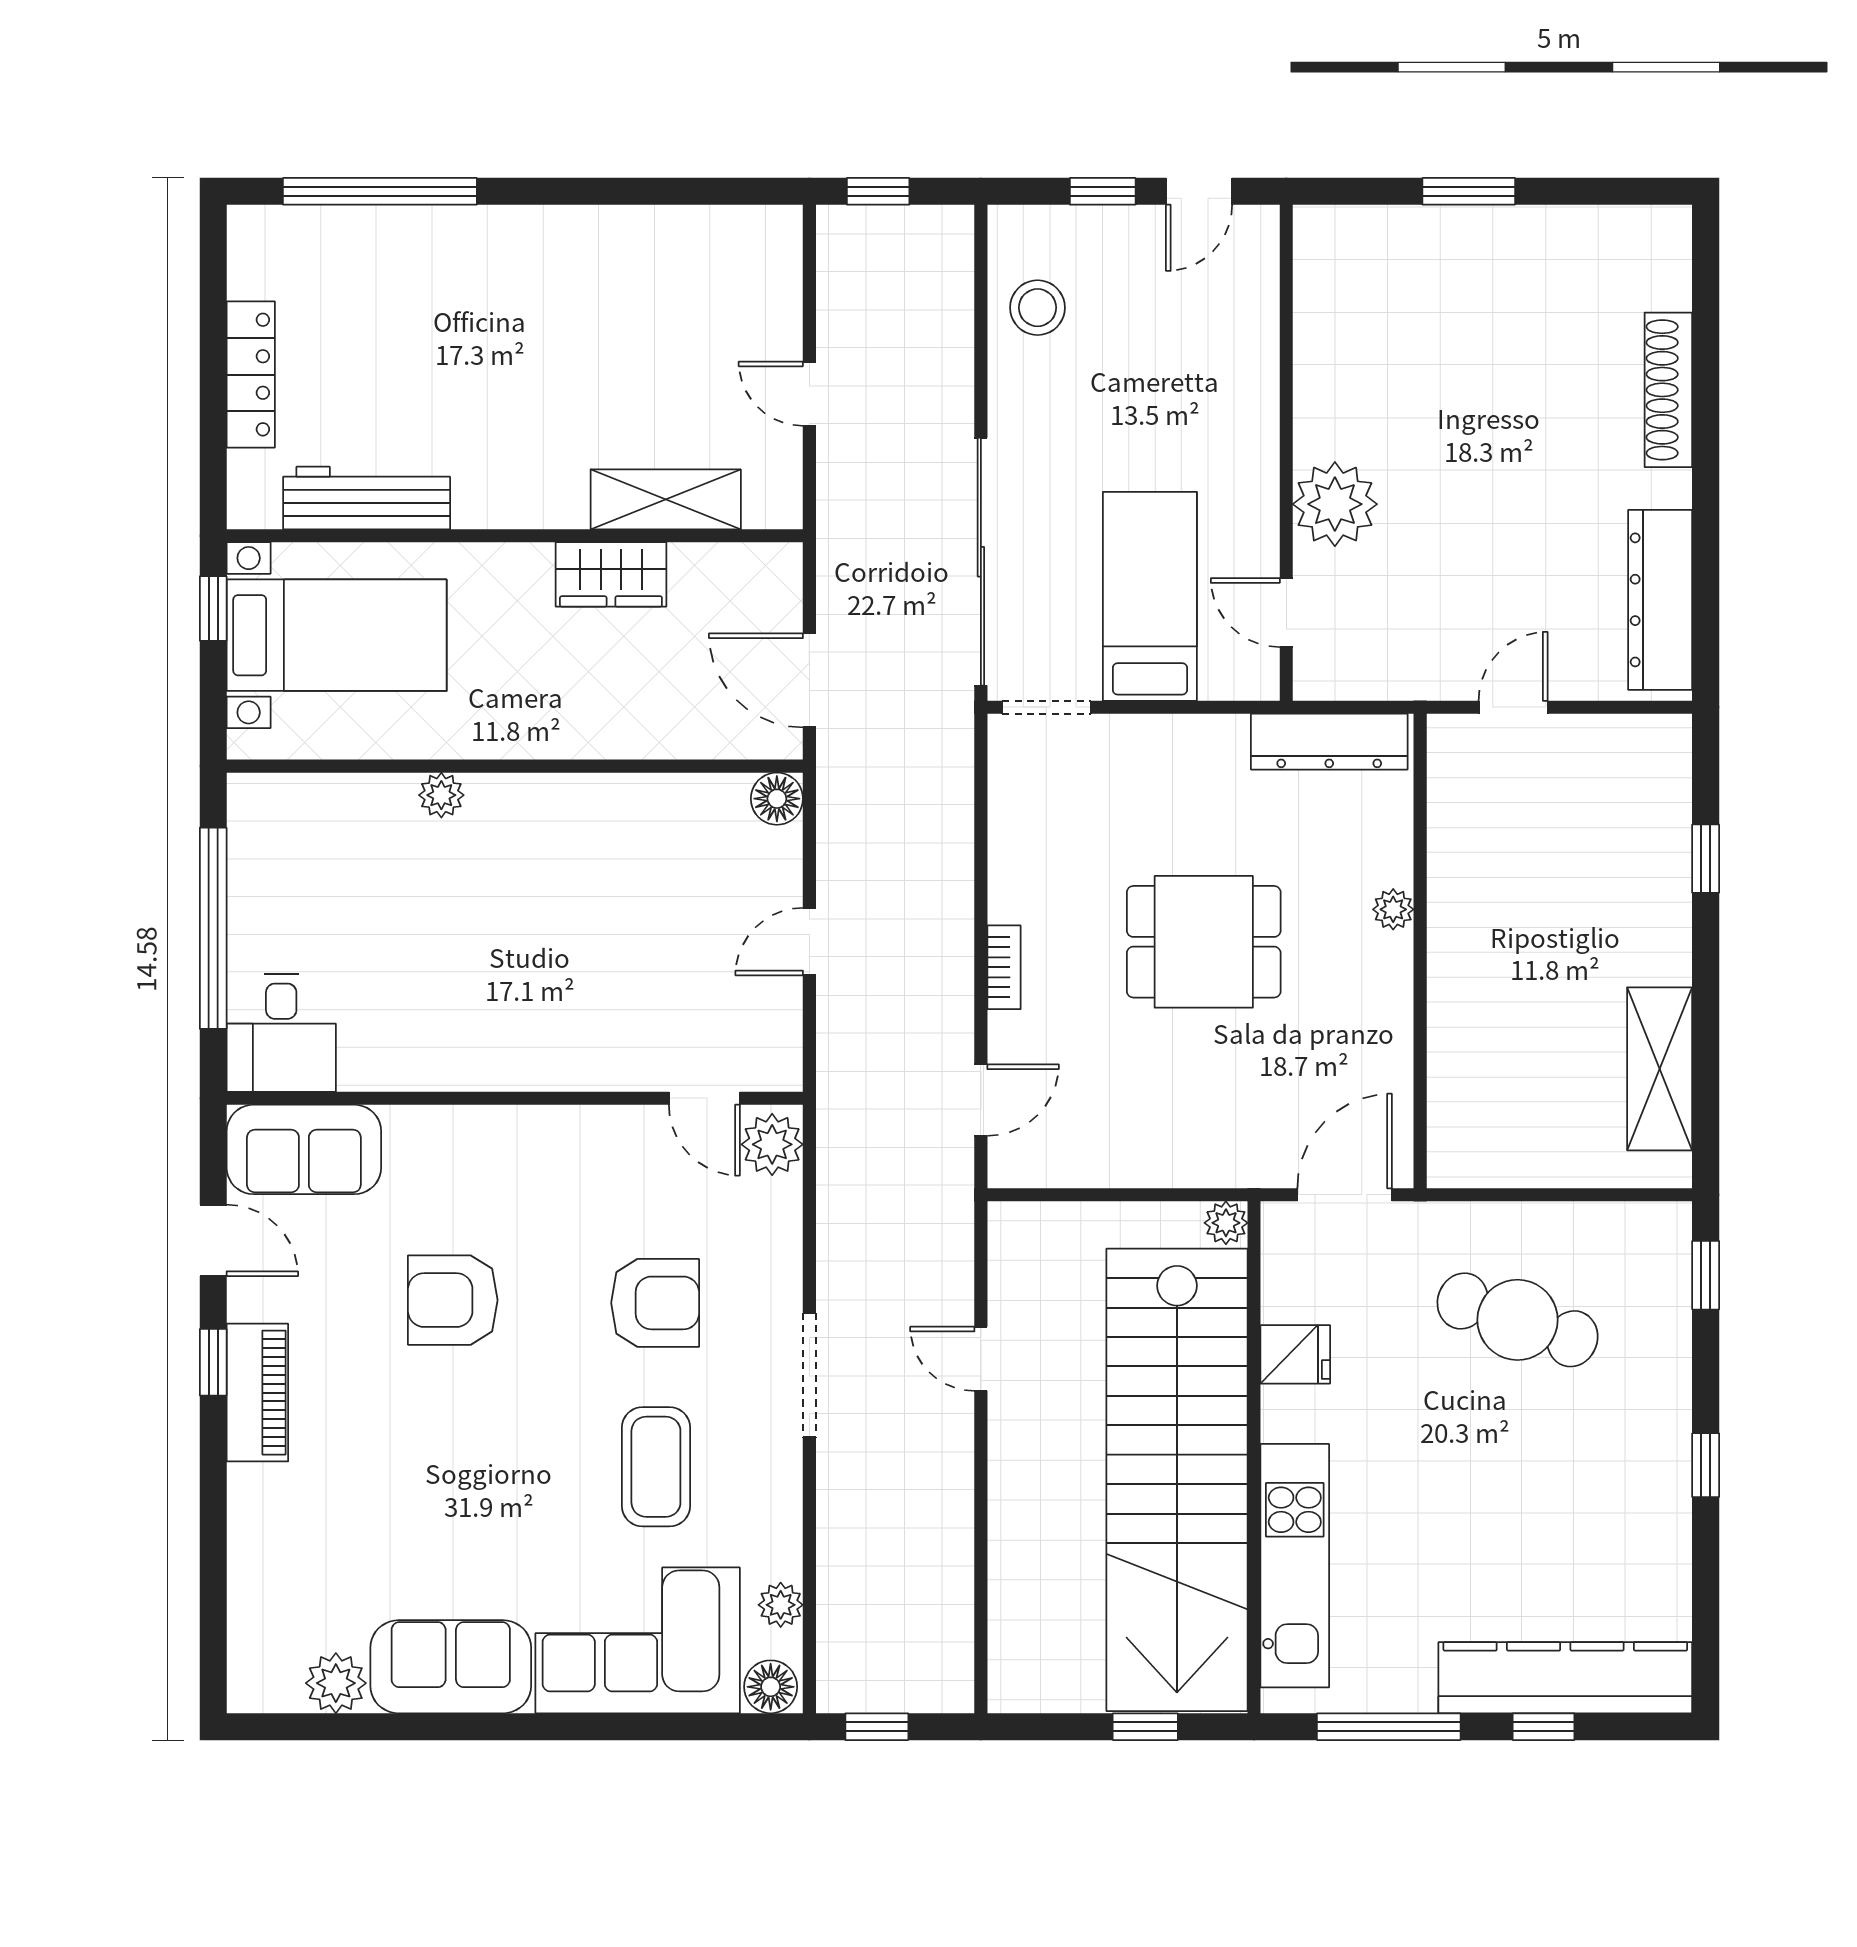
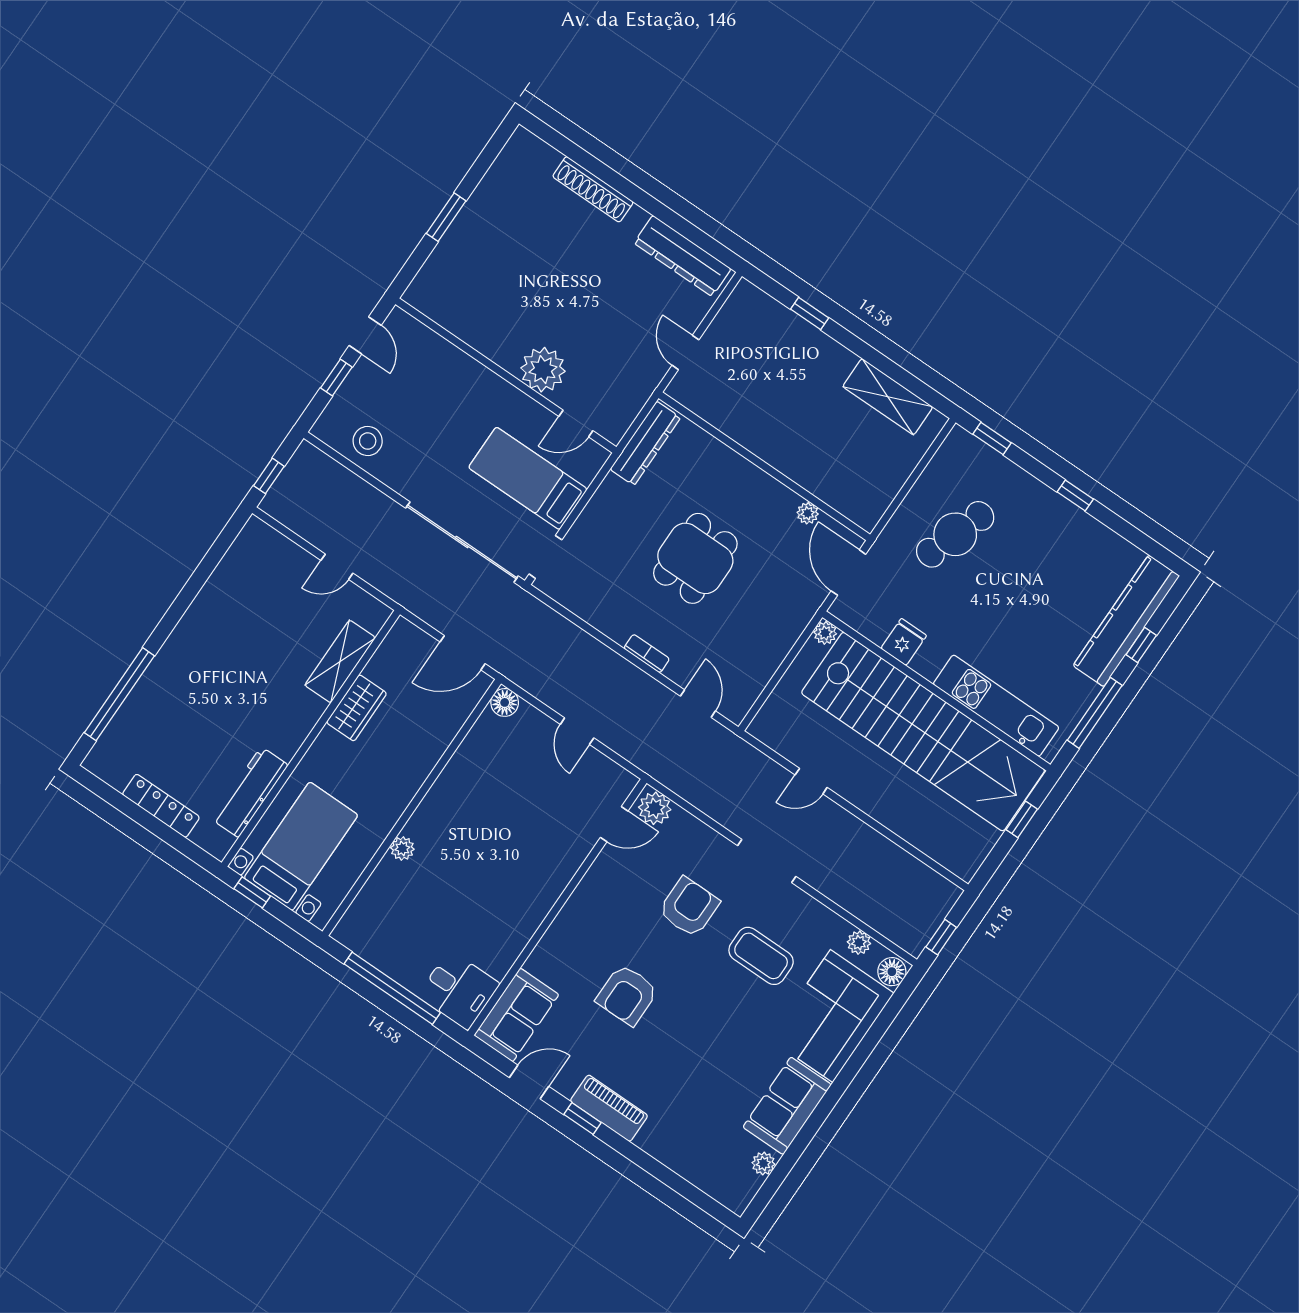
plant: (1393, 909) -> (808, 513), moved
plant: (336, 1683) -> (763, 1163), width x0.73, depth x0.73

